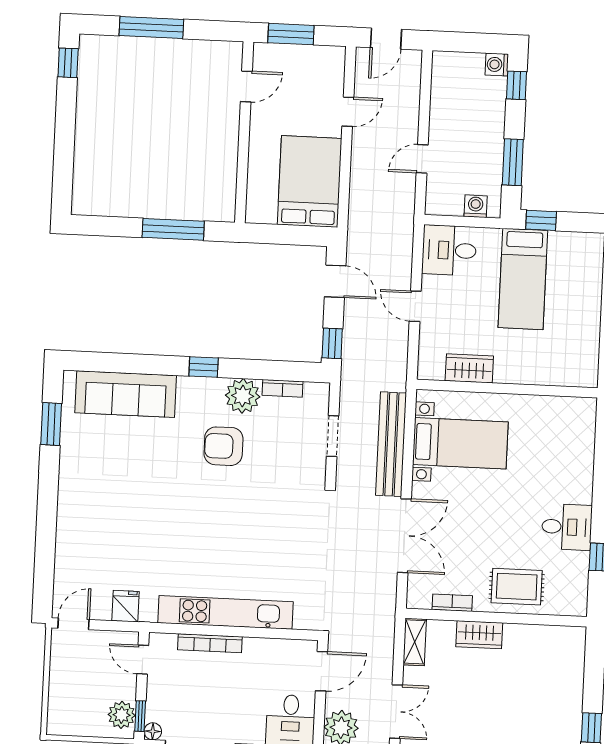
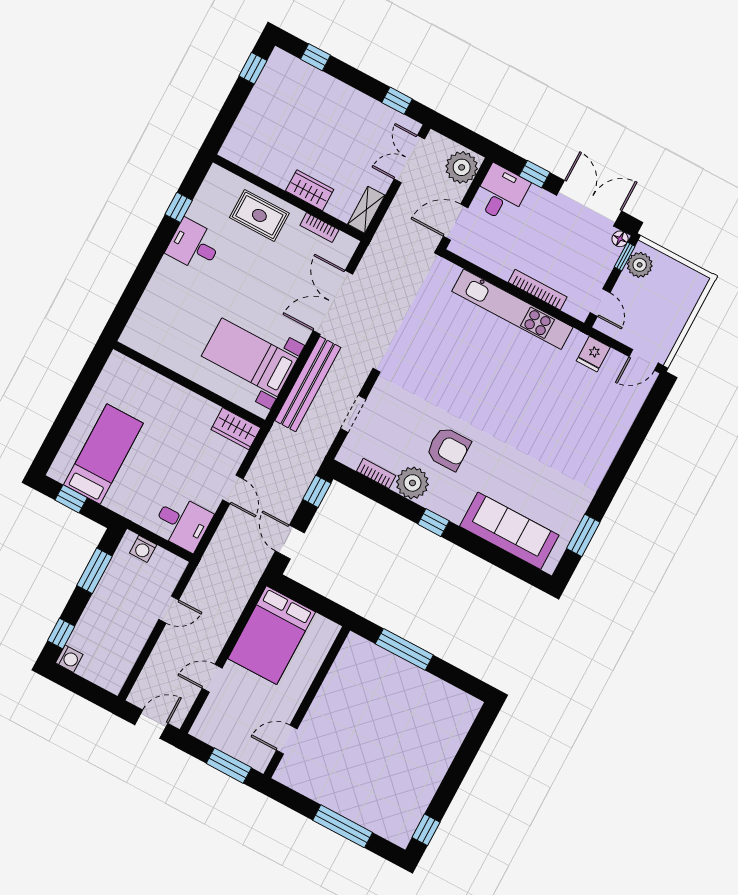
window: (541, 220) -> (71, 499), moved
bed: (523, 279) -> (103, 454), moved
wardrobe: (469, 368) -> (236, 429), moved

